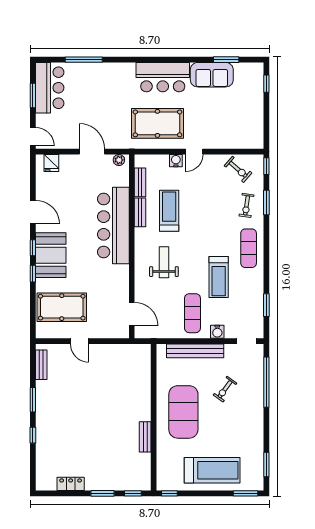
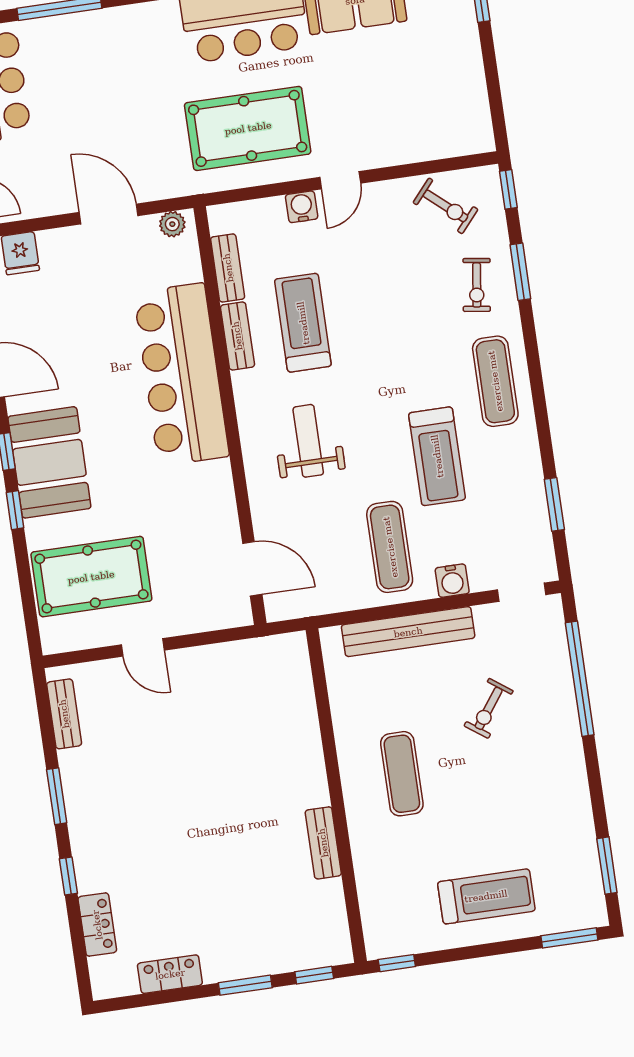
exercise mat: (183, 412) -> (402, 774), width x0.50, depth x0.69
locker: (42, 458) -> (97, 925), added
treadmill: (212, 470) -> (486, 896), width x0.73, depth x0.73

